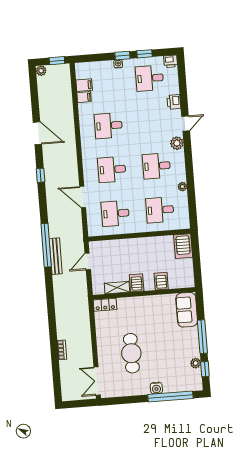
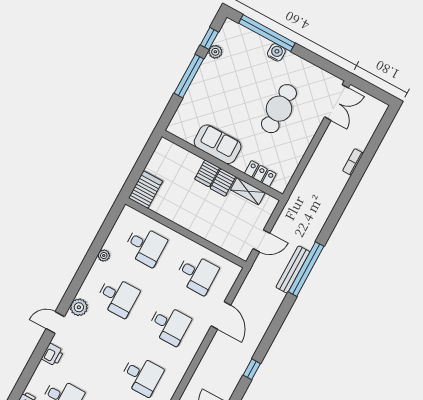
window: (46, 245) -> (306, 269), moved
server rack: (161, 281) -> (207, 173), moved
locker: (105, 305) -> (260, 174), moved
sofa: (187, 310) -> (218, 144), moved, turned -90

